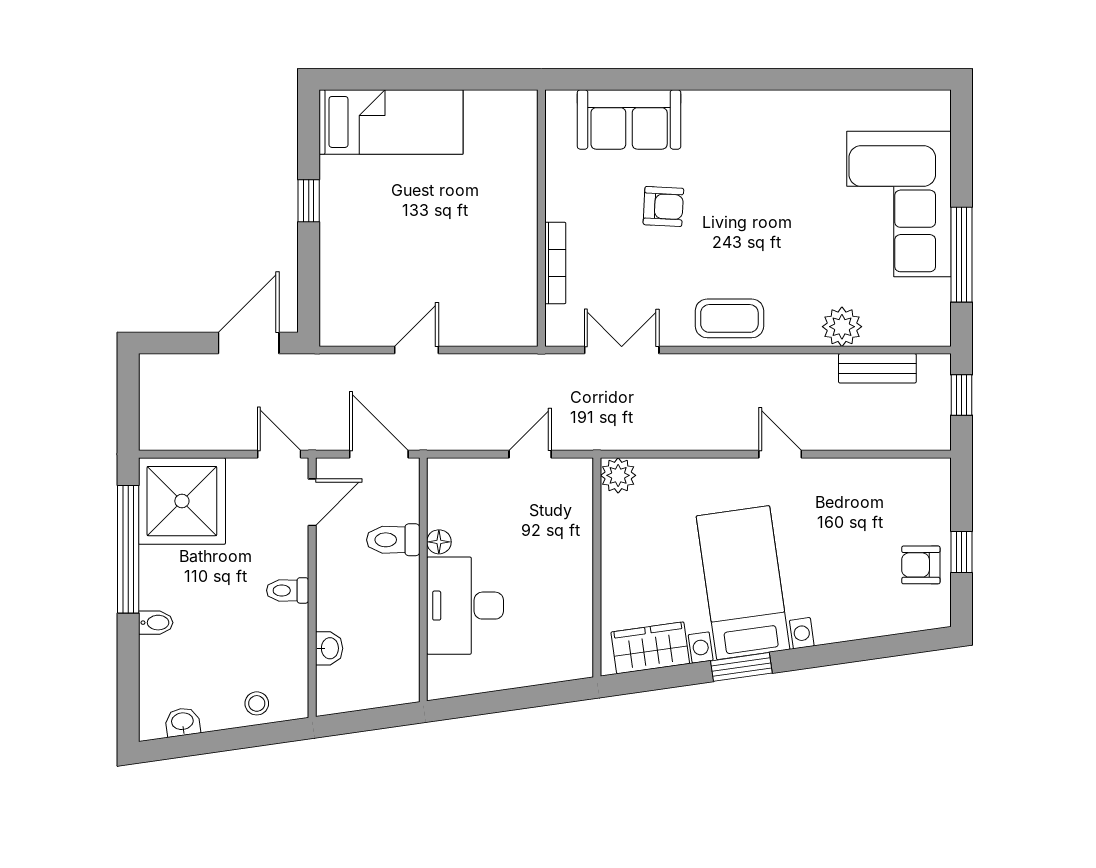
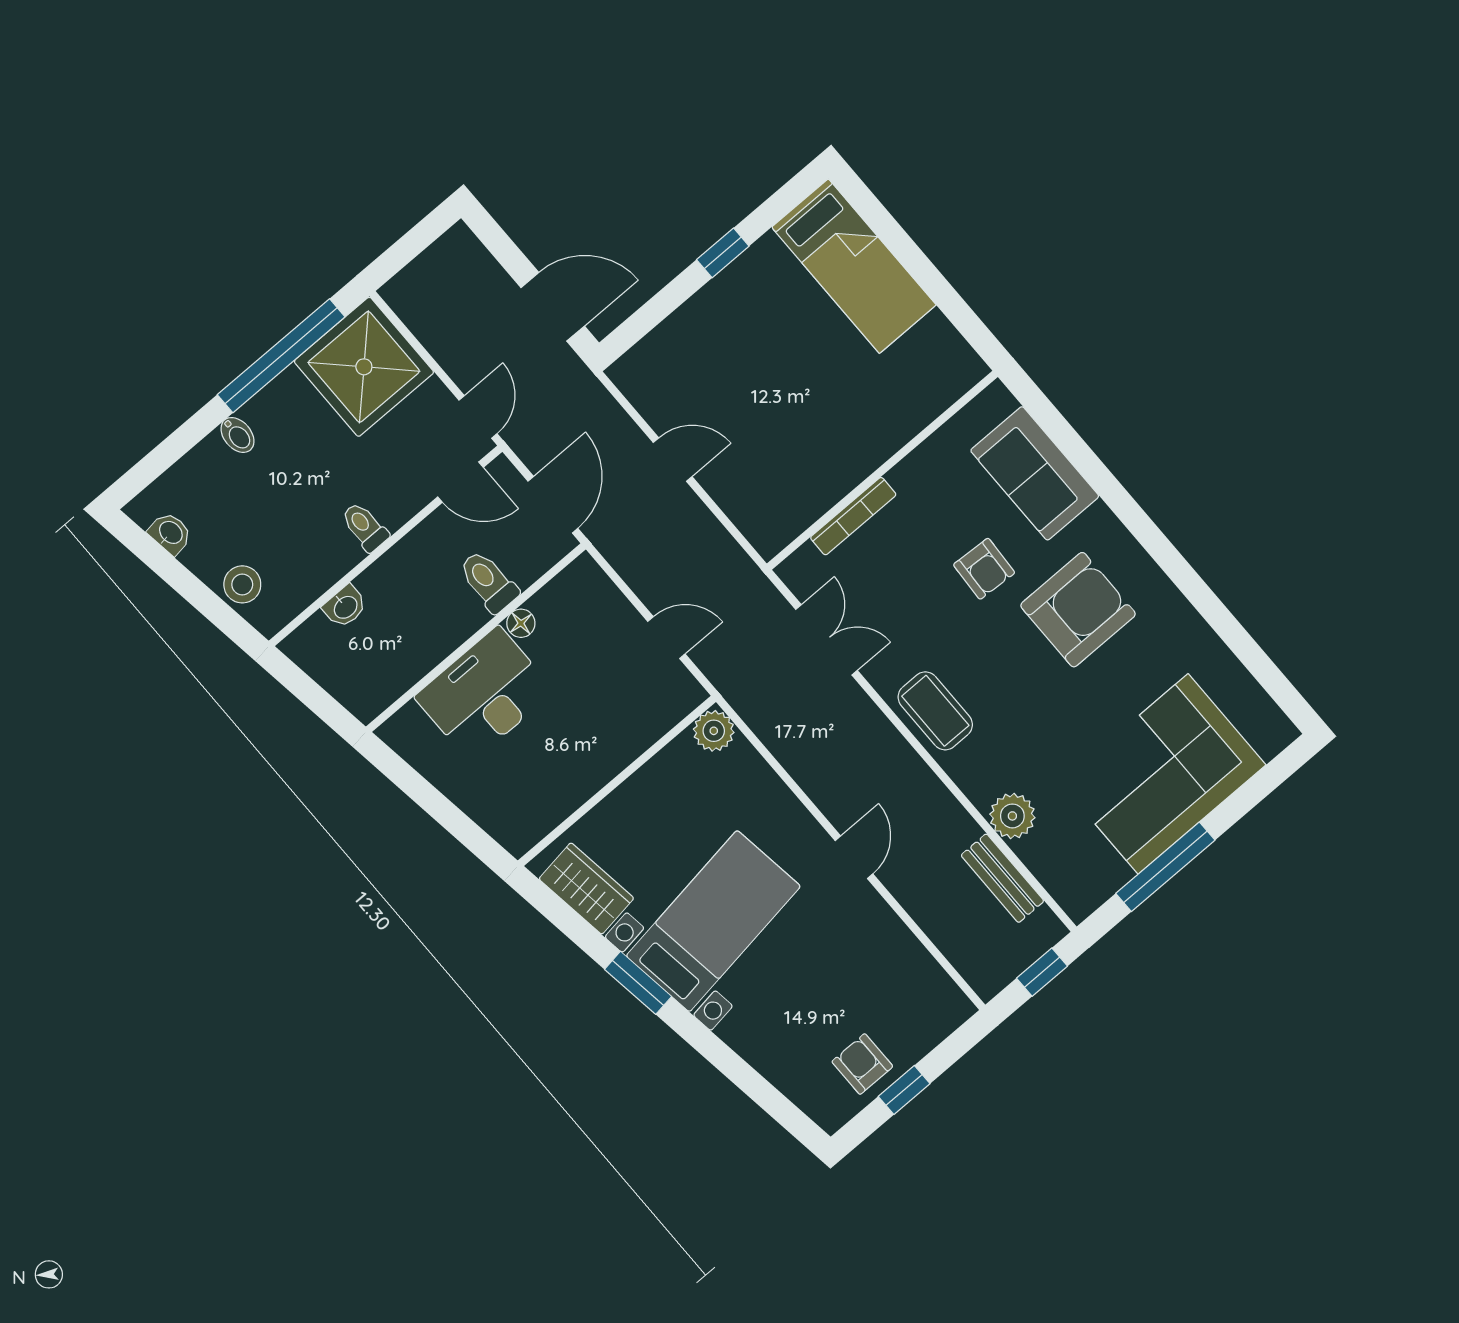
armchair: (743, 168) -> (1078, 610), added
stool: (257, 703) -> (242, 584), width x1.37, depth x1.37

